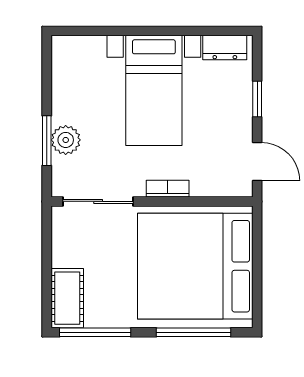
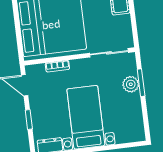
bookcase: (168, 189) -> (57, 66), moved

